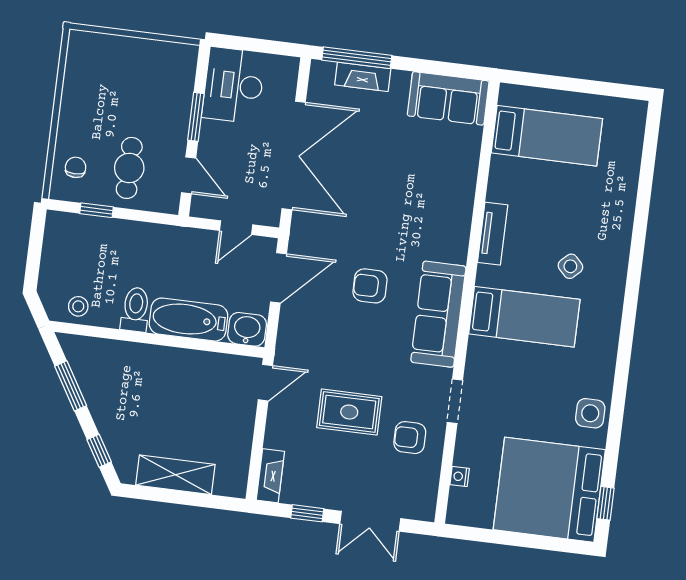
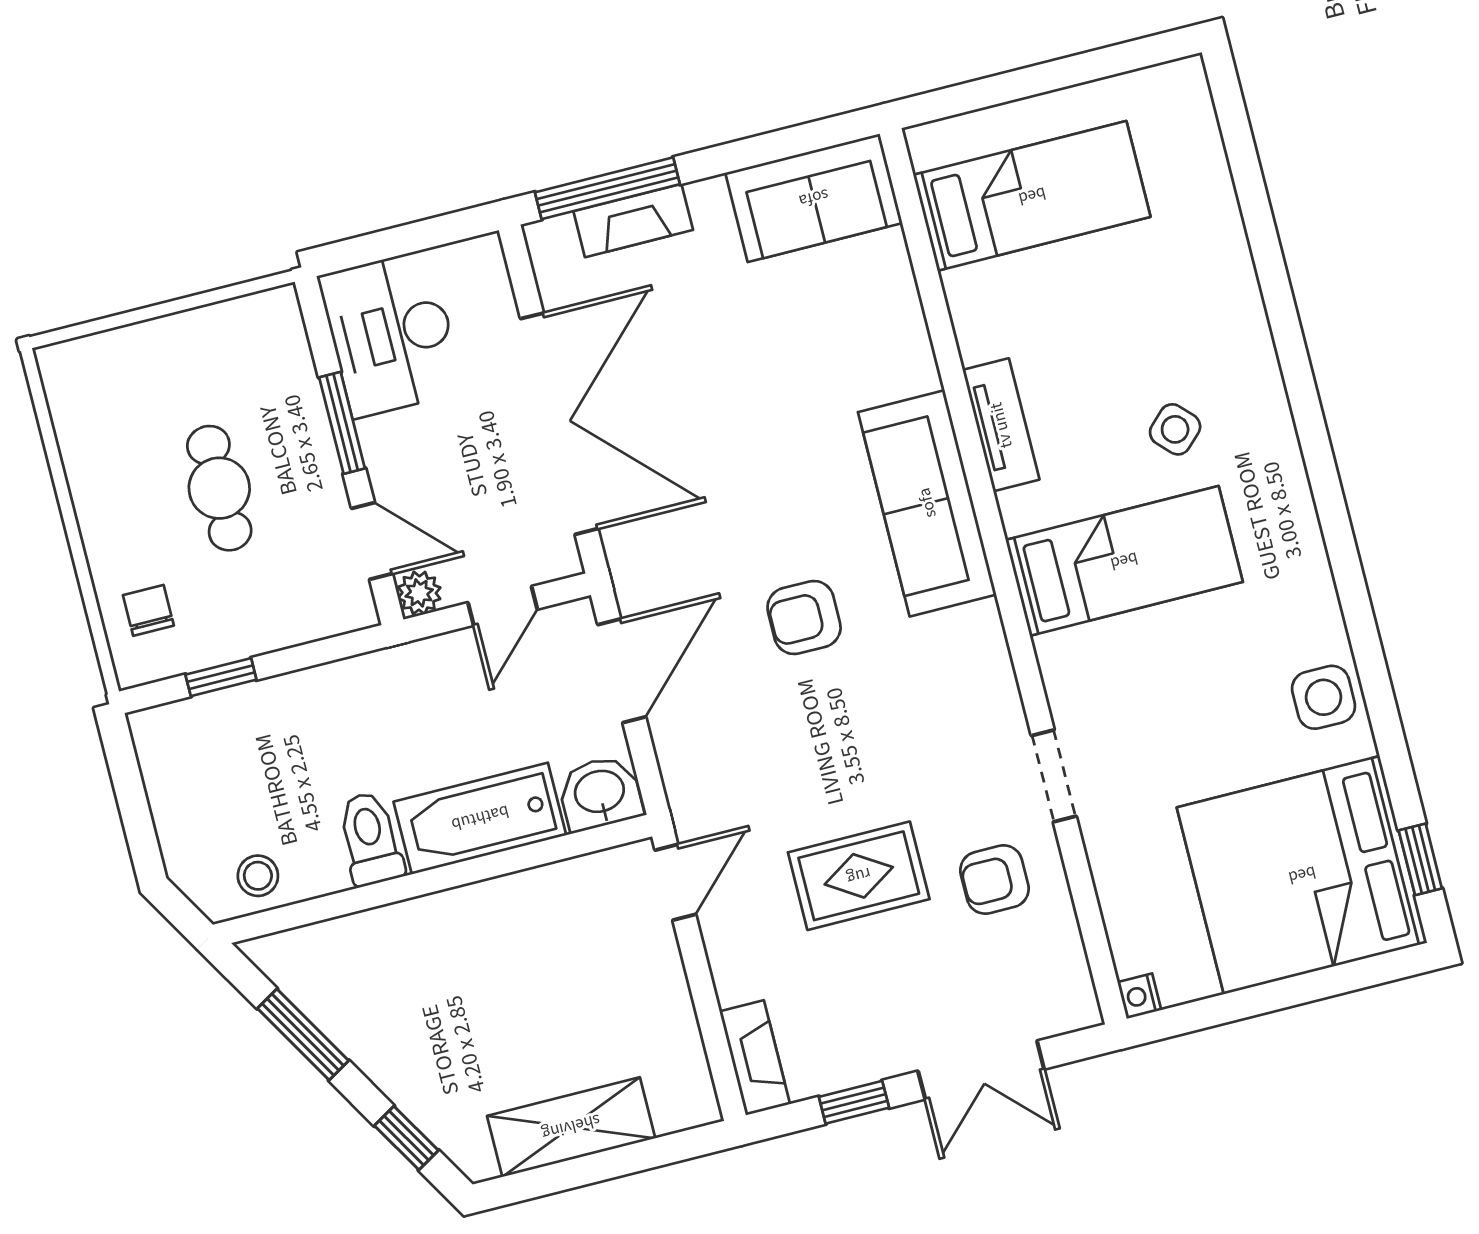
cafe table: (129, 168) -> (219, 488), moved
plant: (201, 207) -> (419, 593), added
sofa: (438, 314) -> (927, 503), moved
nightstand: (460, 476) -> (1139, 996), moved

